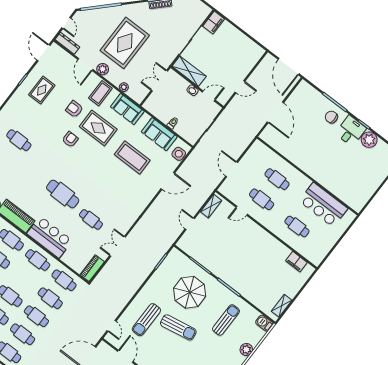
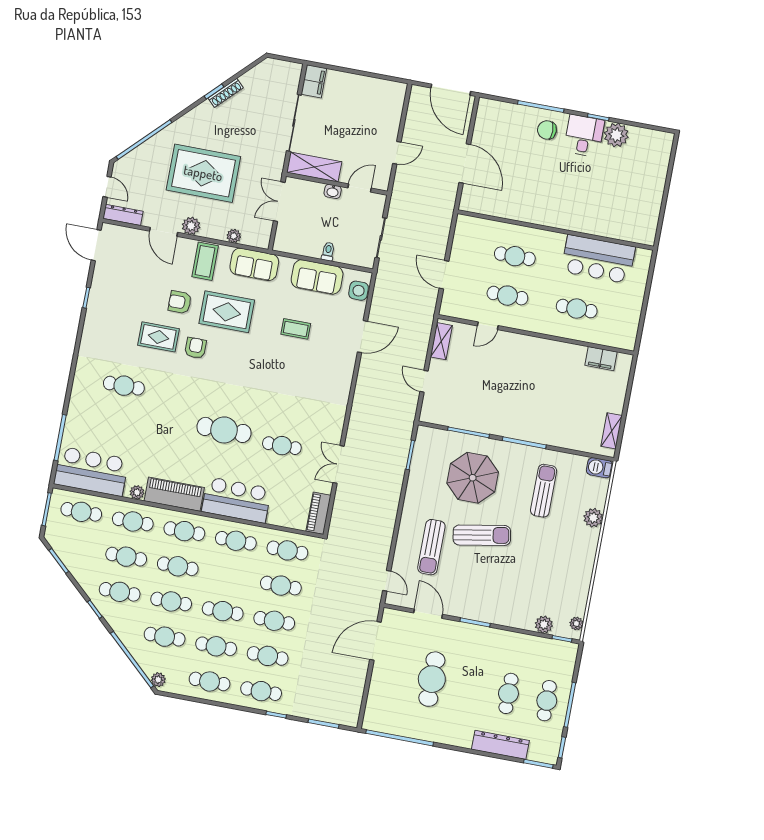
rug: (125, 43) -> (203, 173), turned 90
rug: (42, 90) -> (158, 337), moved, turned 90
coffee table: (132, 157) -> (296, 329), width x0.54, depth x0.58

